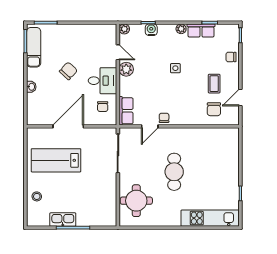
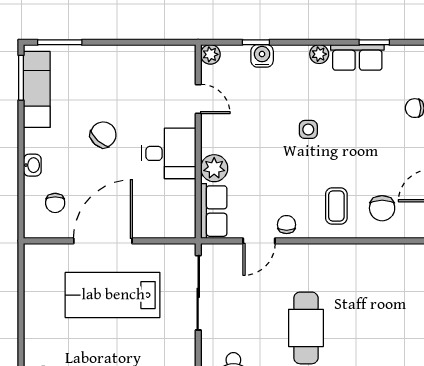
plant: (126, 69) -> (214, 168), moved
coffee table: (214, 84) -> (336, 206), moved
chair: (103, 107) -> (55, 203), moved
lab bench: (56, 160) -> (113, 295), moved

